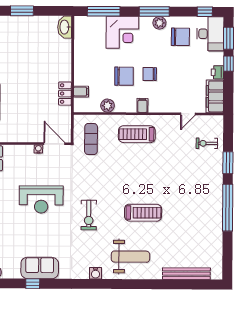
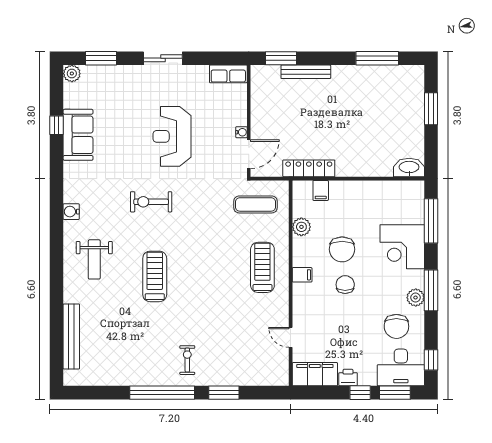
locker: (65, 94) -> (309, 168), width x1.53
exercise bike: (207, 143) -> (187, 360), moved
treadmill: (143, 213) -> (155, 276), turned 180
weight bench: (130, 257) -> (94, 259), width x0.73, depth x0.75

